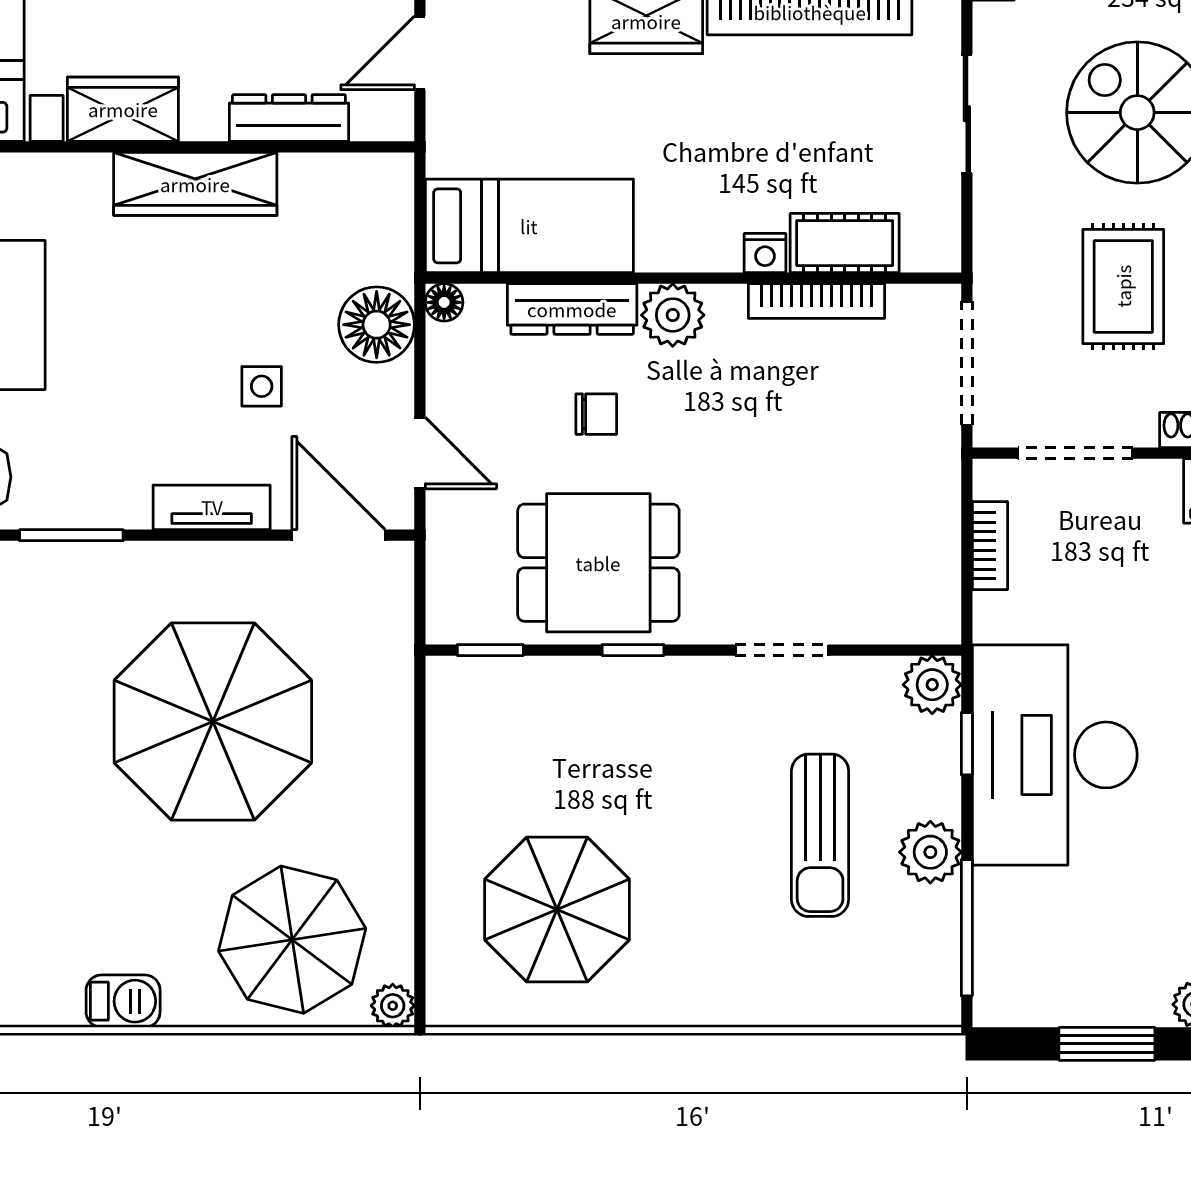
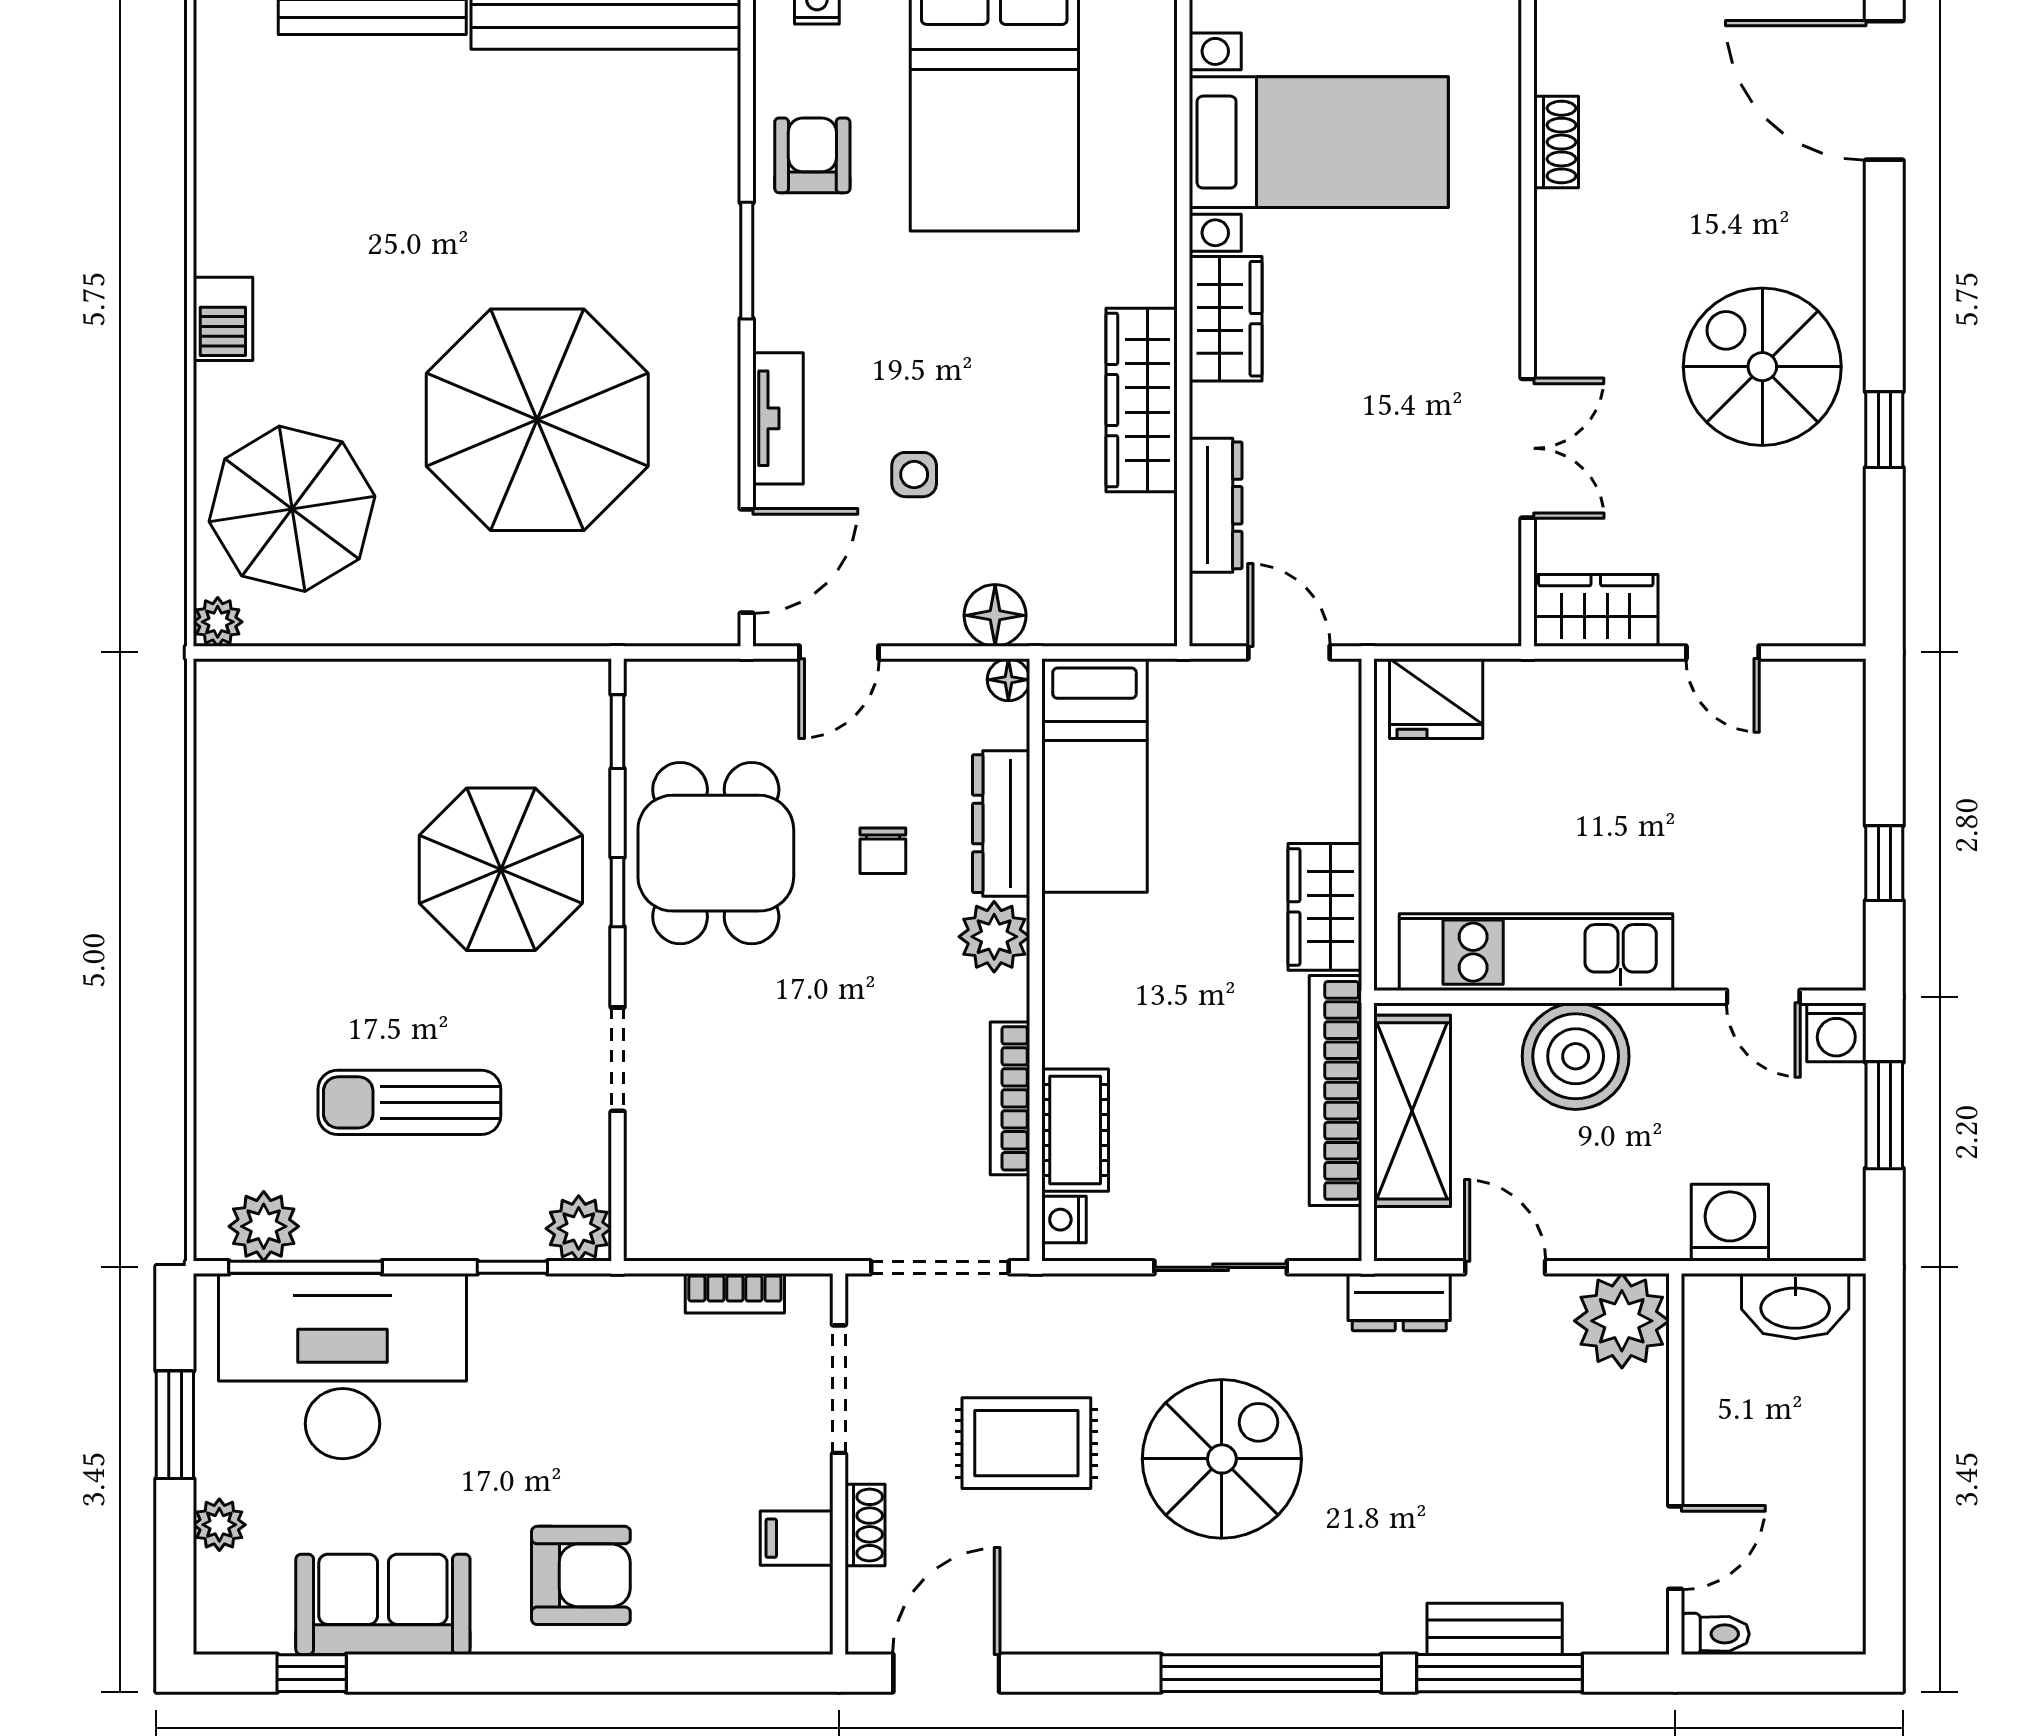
nightstand: (765, 253) -> (1064, 1220), moved
floor lamp: (377, 325) -> (995, 615), width x0.73, depth x0.73
desk: (1055, 755) -> (343, 1366), moved
plant: (930, 852) -> (264, 1226), moved
parasol: (557, 909) -> (501, 869), moved

